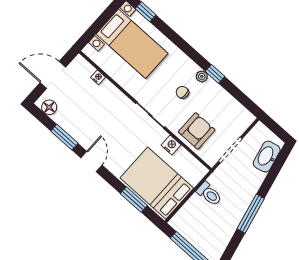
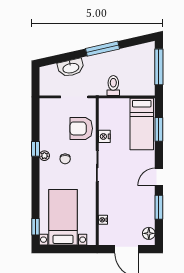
washbasin: (267, 157) -> (71, 68), moved
bed: (157, 183) -> (142, 124), width x0.67

